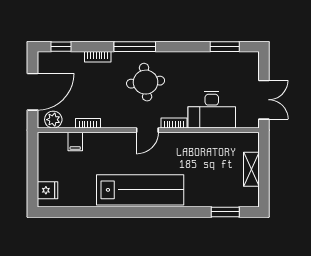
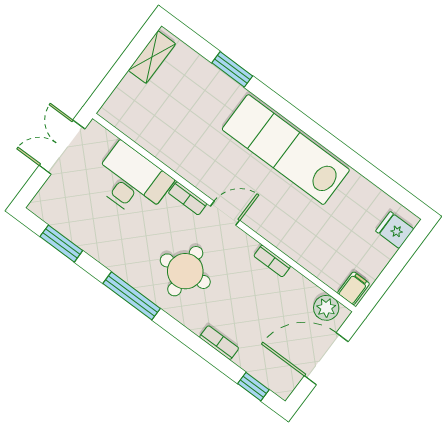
window: (135, 47) -> (132, 296), moved
bookcase: (88, 123) -> (272, 261), moved
filing cabinet: (75, 141) -> (353, 288), moved
shelving: (251, 169) -> (152, 57), moved
window: (225, 212) -> (232, 69), moved

